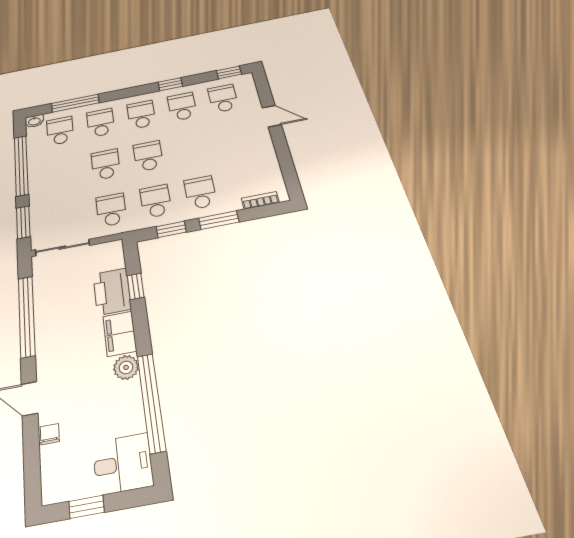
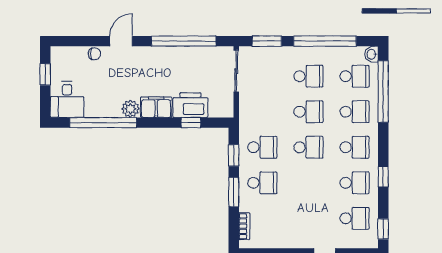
window: (75, 103) -> (383, 92), width x1.46
school desk: (111, 210) -> (308, 76), moved

